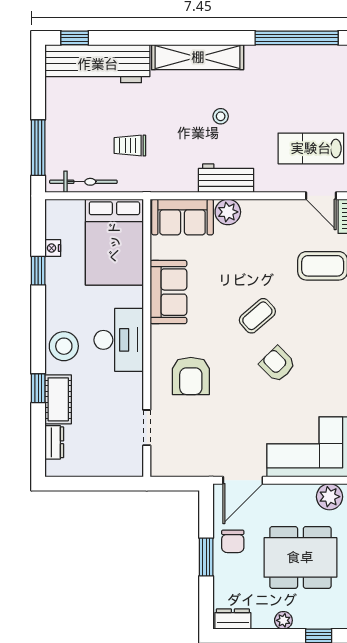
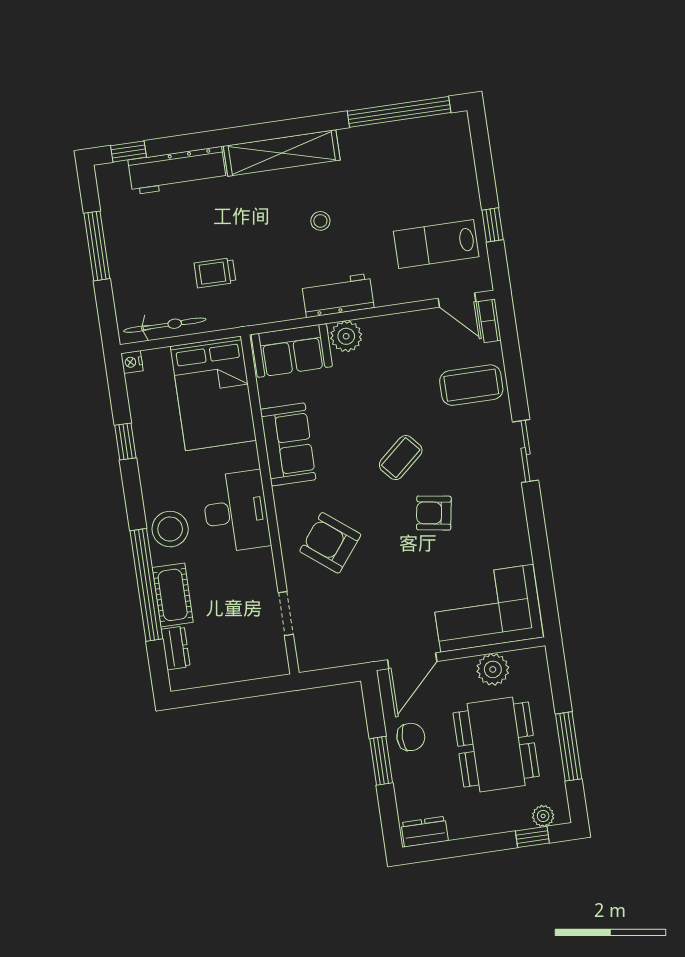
workbench: (98, 64) -> (177, 171), width x0.73, depth x0.76
window: (38, 148) -> (97, 246), moved
nightstand: (53, 248) -> (132, 362), moved
armchair: (278, 364) -> (434, 513), turned -36
armchair: (191, 376) -> (330, 543), turned 128
window: (38, 388) -> (146, 585), width x3.17
plant: (329, 497) -> (493, 669), moved
chair: (233, 541) -> (411, 737), turned -90
dining table: (300, 557) -> (496, 745), turned 90
plant: (283, 620) -> (543, 816), moved

